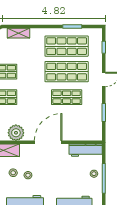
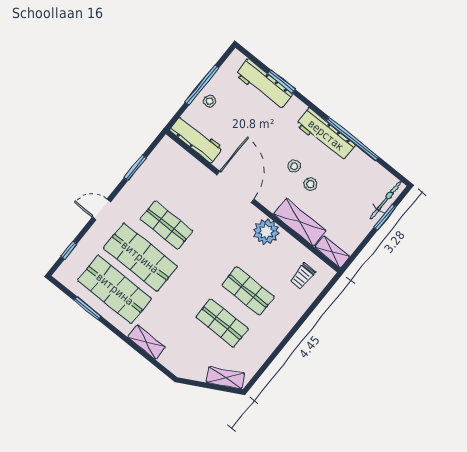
shelving: (19, 33) -> (146, 342), moved
door: (48, 142) -> (235, 187), swing flipped

